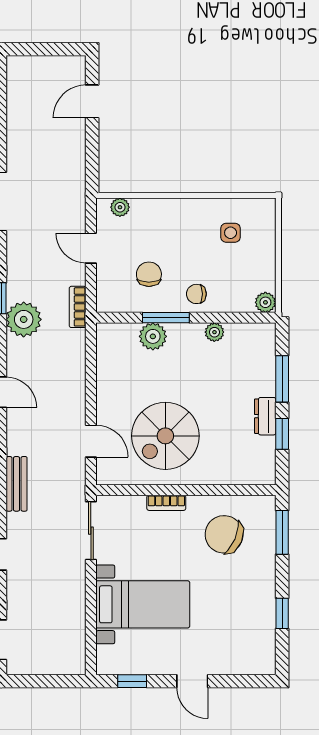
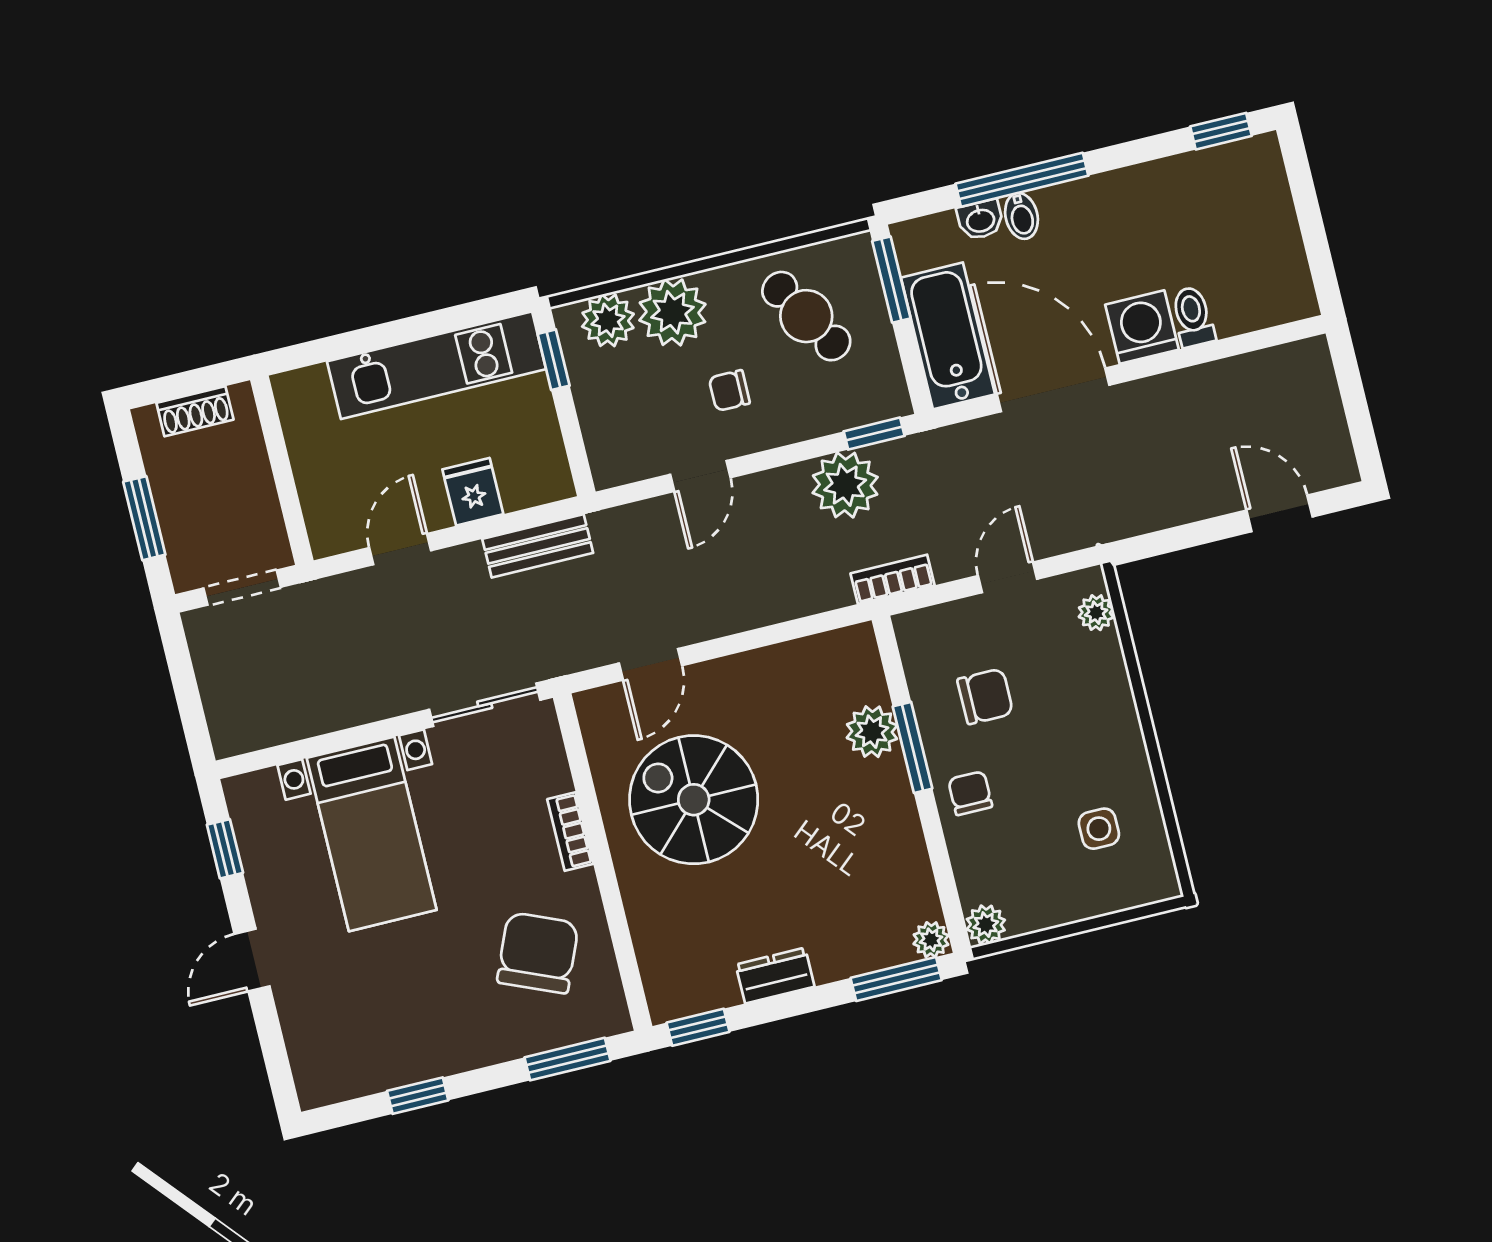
plant: (214, 332) -> (931, 940), moved
window: (282, 379) -> (896, 979), moved
window: (282, 434) -> (698, 1027), moved

